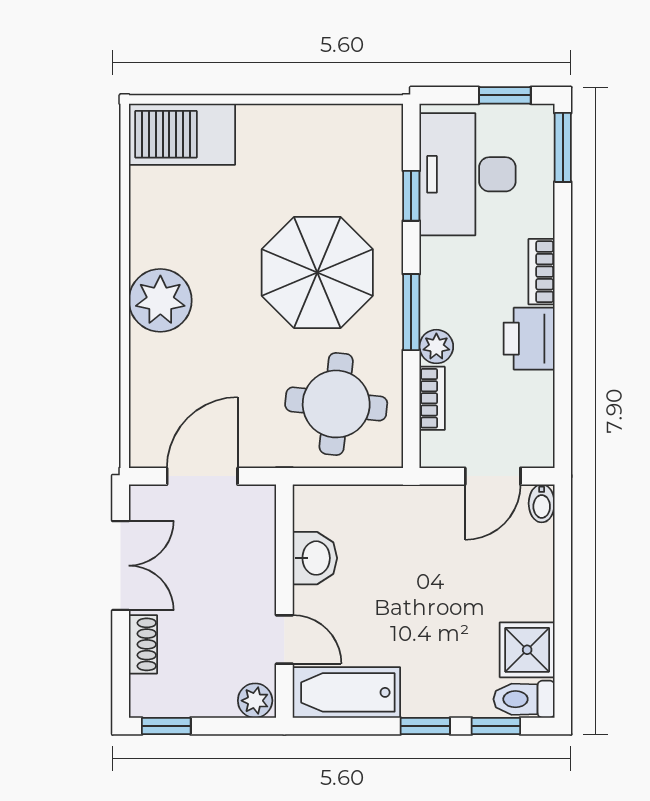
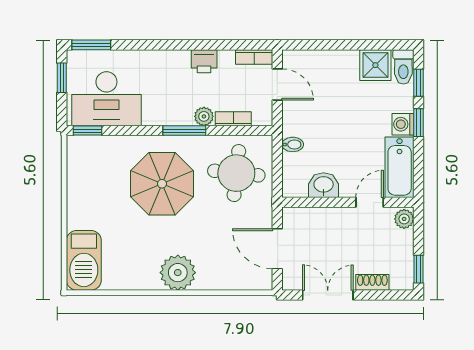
window: (411, 196) -> (88, 131), moved
bookcase: (541, 272) -> (254, 57), moved
printer: (529, 339) -> (204, 61), width x0.73, depth x0.81
bidet: (542, 503) -> (293, 144), moved
washing machine: (423, 699) -> (403, 124), added

